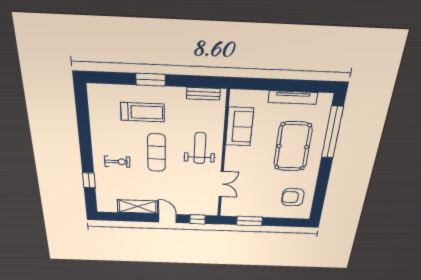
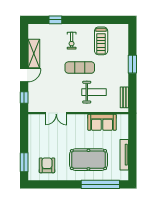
treadmill: (143, 112) -> (101, 41), moved
weight bench: (200, 148) -> (94, 92), moved
window: (250, 221) -> (24, 162), moved

